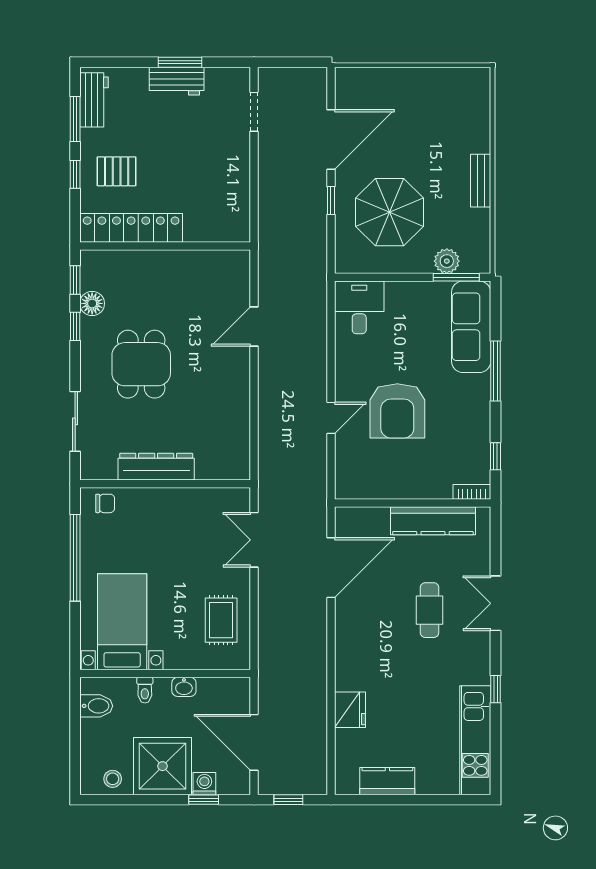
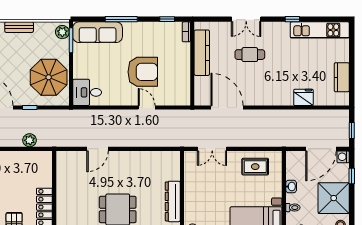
plant: (270, 200) -> (30, 140), added
parasol: (390, 212) -> (49, 77), moved
plant: (447, 261) -> (62, 32), moved
door: (254, 327) -> (97, 149), hinge flipped
washing machine: (204, 784) -> (343, 157), moved

